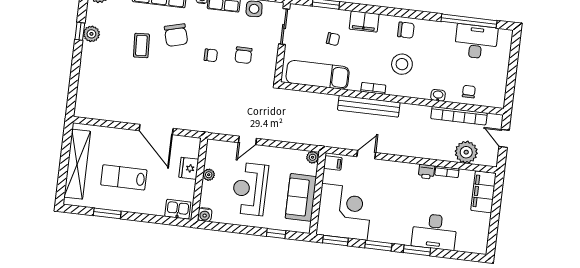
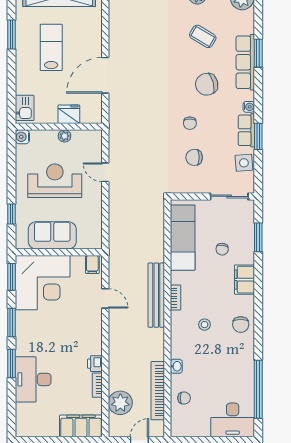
desk: (476, 42) -> (233, 420), moved, turned 90
coffee table: (141, 45) -> (203, 36), moved, turned 34
stool: (402, 64) -> (204, 325), width x0.53, depth x0.53
plant: (313, 157) -> (96, 243), removed

